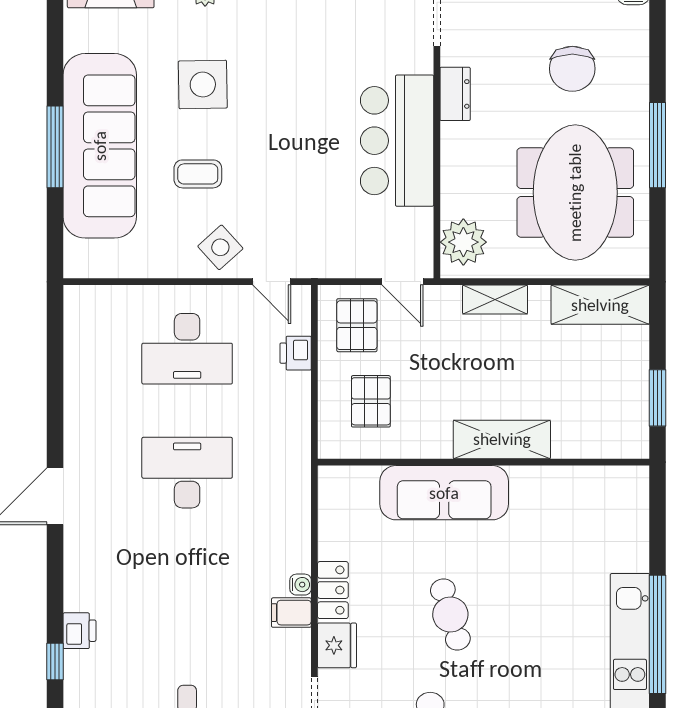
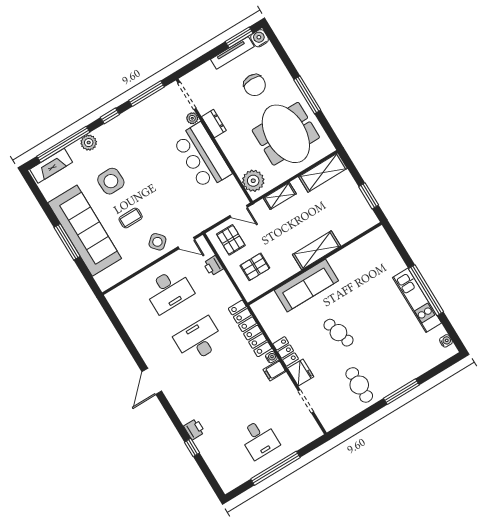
plant: (421, 60) -> (192, 118), added
pallet: (371, 401) -> (255, 267), turned 90
locker: (293, 509) -> (250, 328), added

